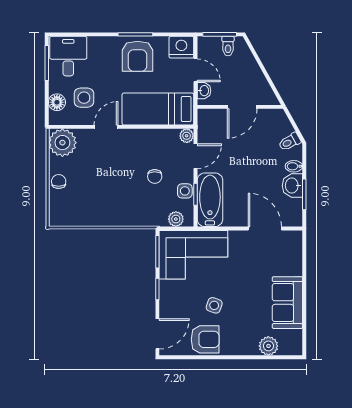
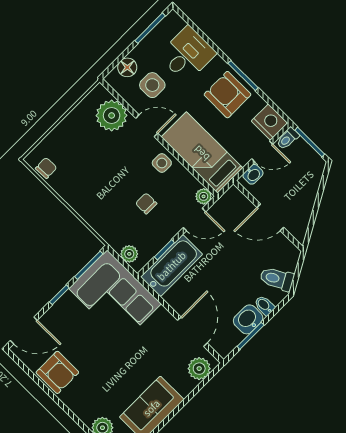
toilet: (228, 46) -> (288, 138), moved
desk: (68, 56) -> (187, 54), moved
armchair: (138, 56) -> (227, 95), turned 90
door: (195, 70) -> (262, 152), hinge flipped
toilet: (290, 142) -> (277, 279), width x1.37, depth x1.39
plant: (62, 143) -> (112, 115), moved
chair: (155, 176) -> (146, 203), turned 90
chair: (59, 182) -> (46, 168), moved
side table: (185, 191) -> (162, 163), moved
plant: (292, 247) -> (199, 369), added
side table: (214, 305) -> (91, 353), removed

